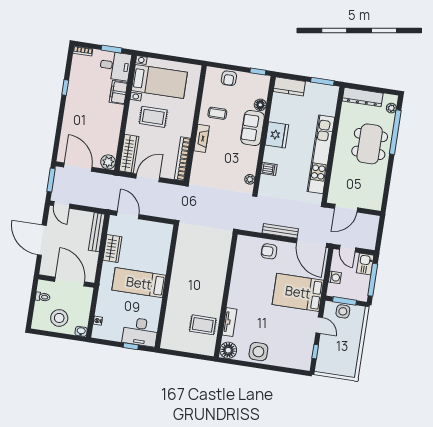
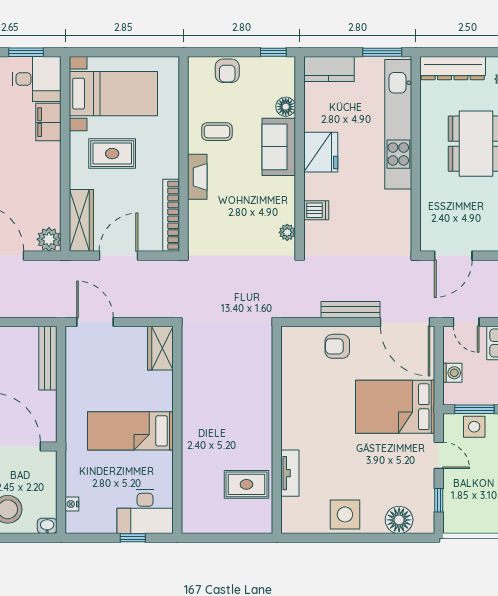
kitchen unit: (321, 154) -> (398, 124), moved
wardrobe: (112, 248) -> (160, 348), moved, turned 180
floor lamp: (228, 350) -> (399, 520), moved

